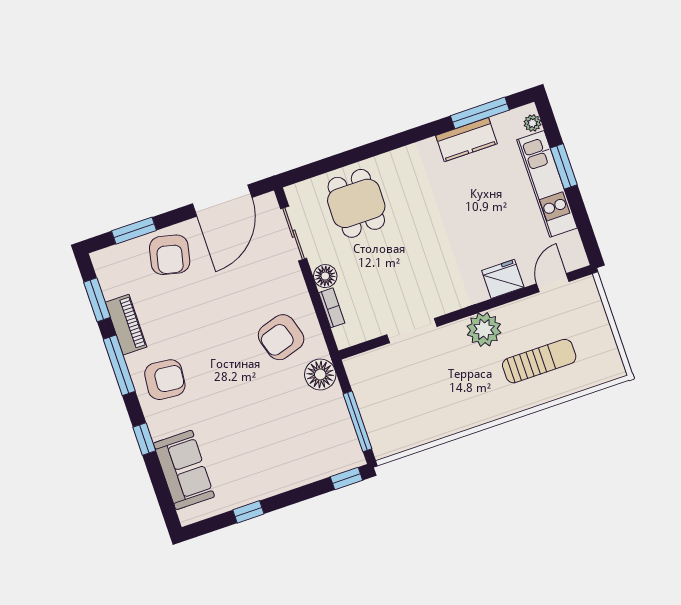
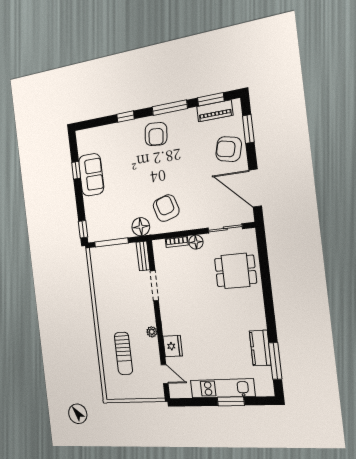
plant: (532, 123) -> (262, 391), removed
piano: (126, 325) -> (215, 111), moved
plant: (484, 329) -> (152, 332), width x0.53, depth x0.53
bench: (368, 360) -> (143, 256), added
sofa: (184, 470) -> (91, 175), moved, turned -90

